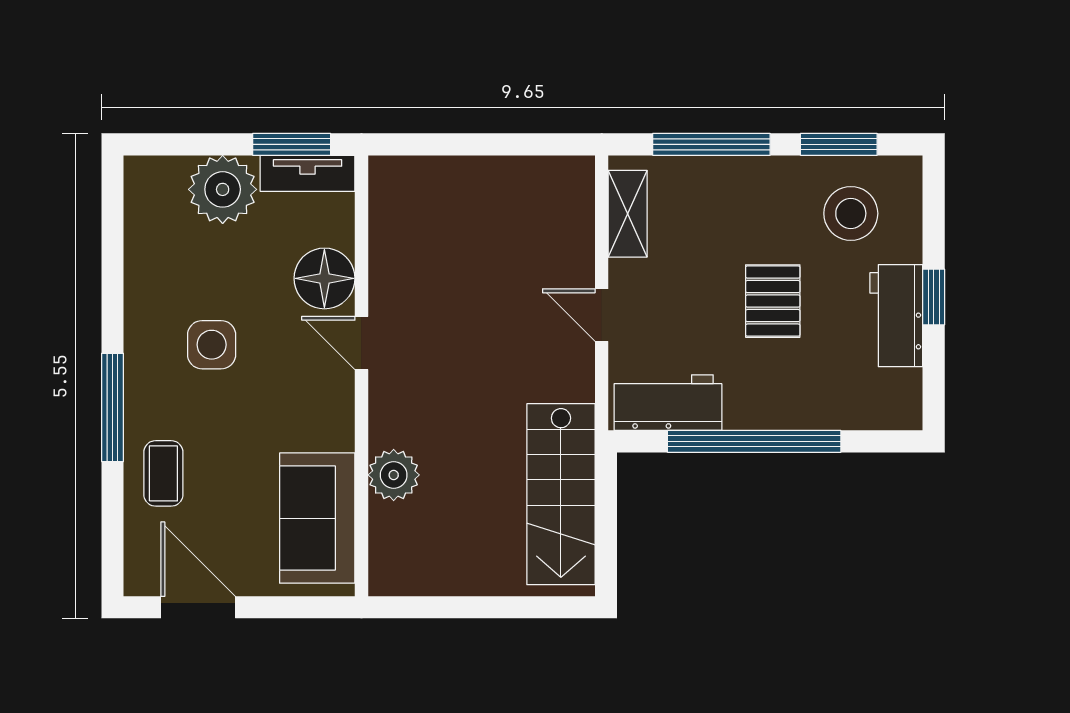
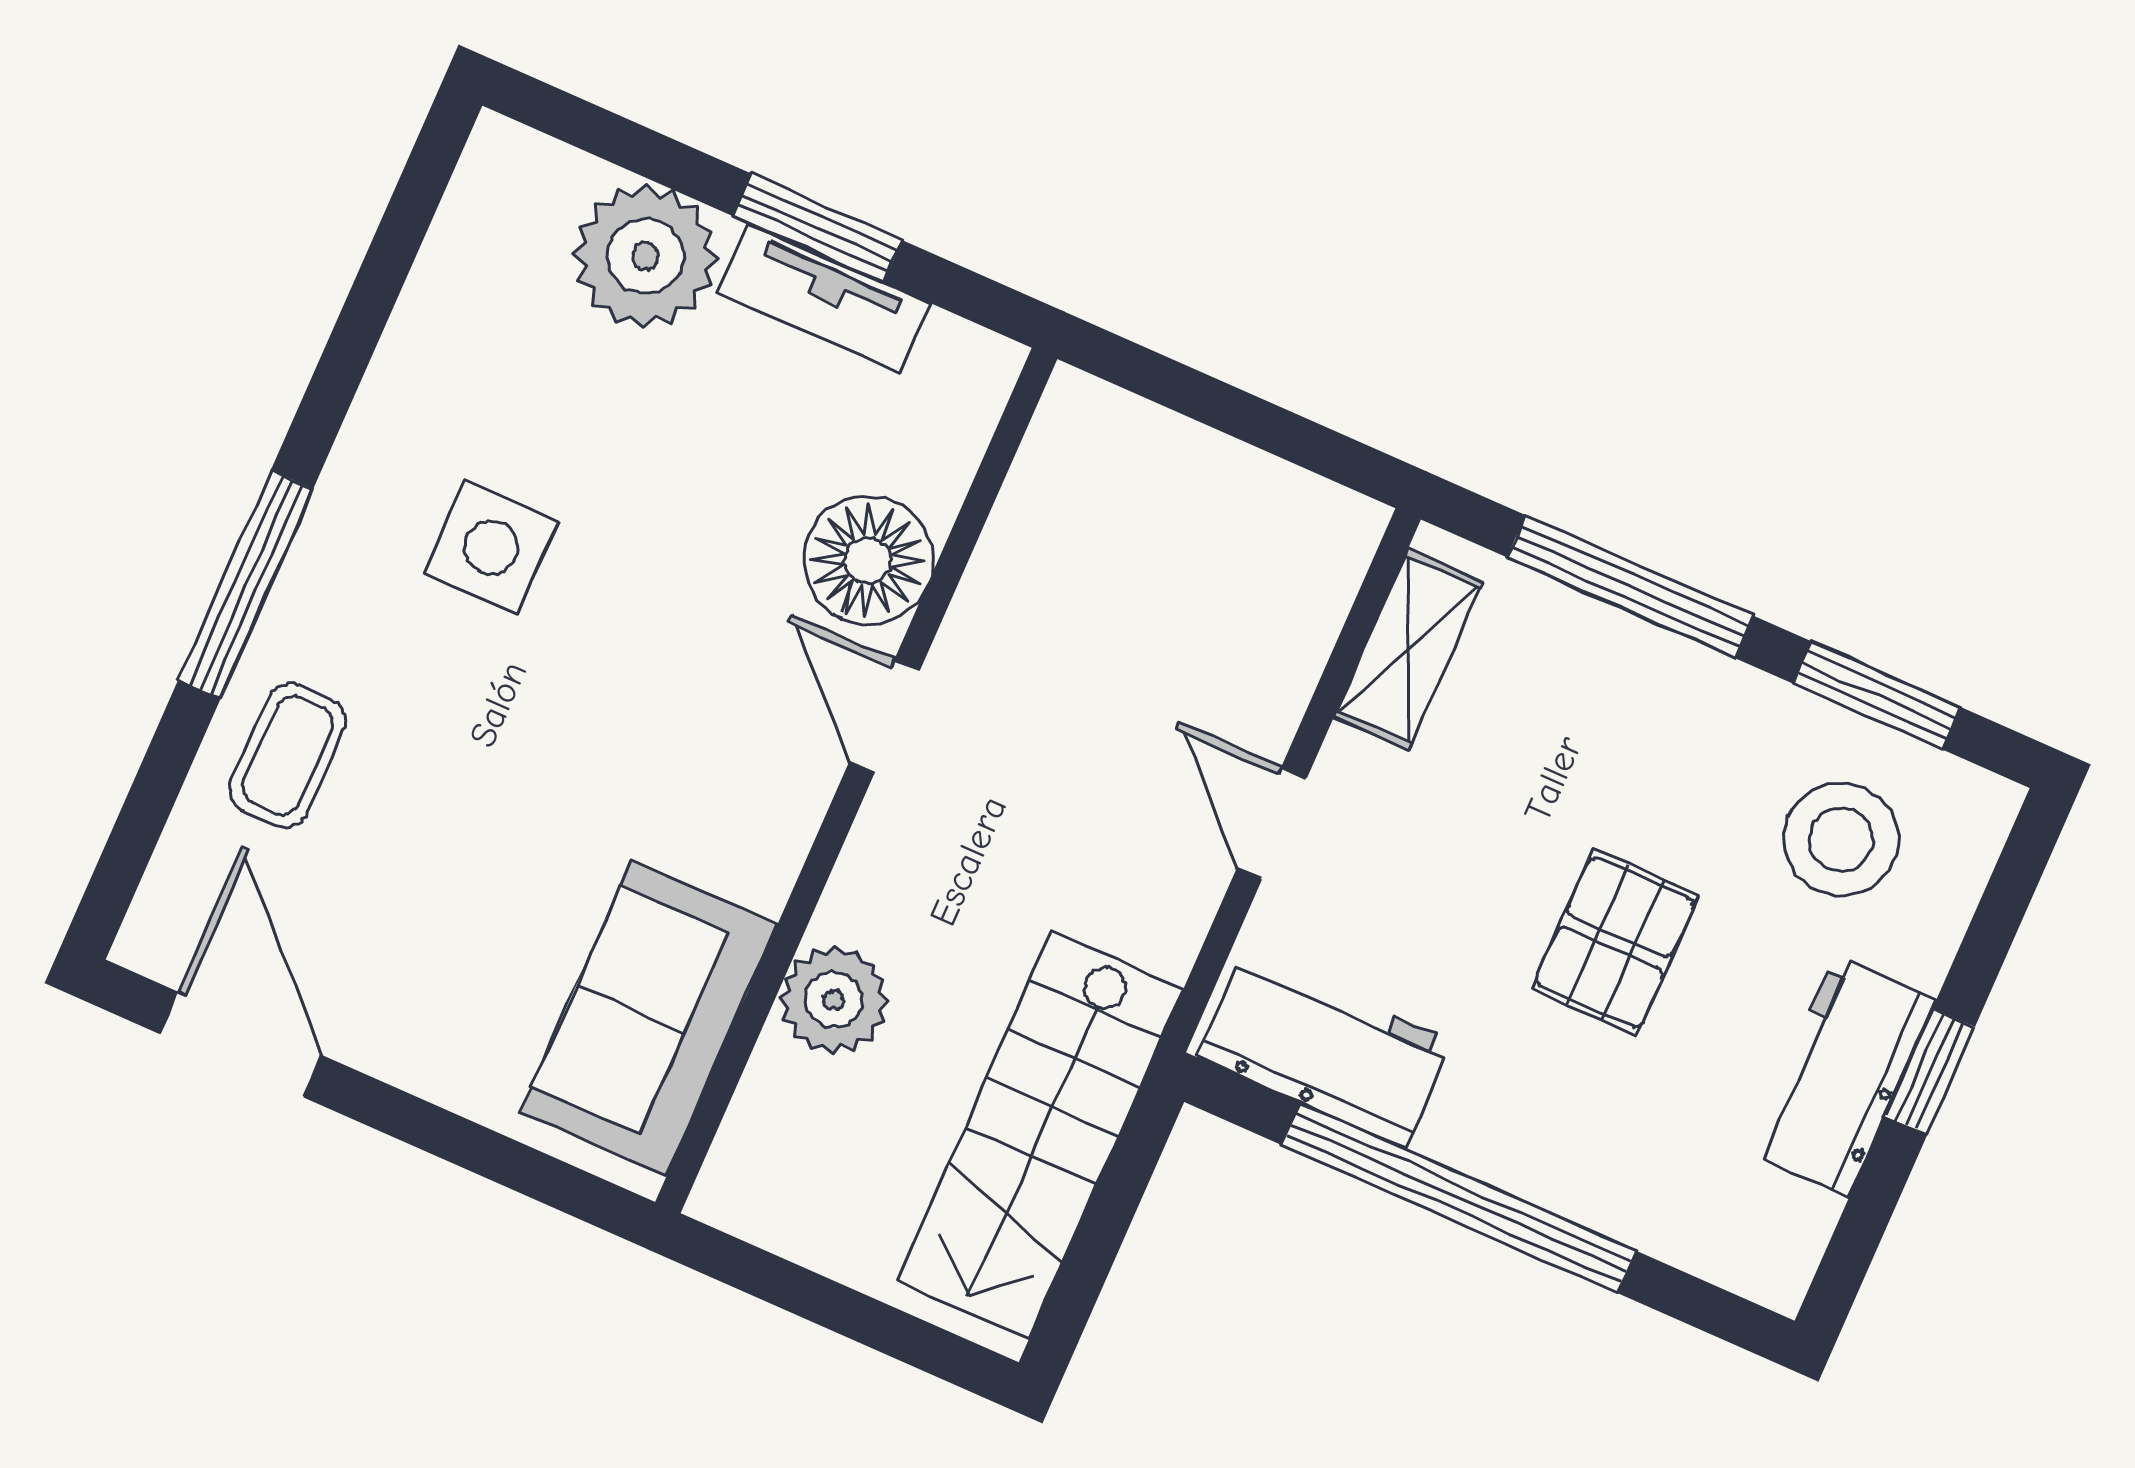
floor lamp: (324, 278) -> (868, 560), moved
door: (361, 343) -> (884, 717), moved
wall: (361, 376) -> (856, 781), moved
plant: (394, 475) -> (834, 1000), moved
sofa: (317, 518) -> (649, 1018), moved

